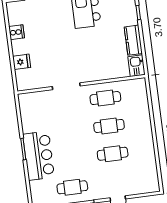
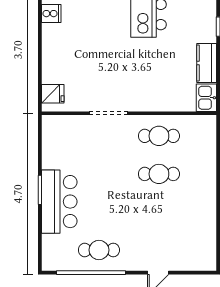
cooker: (17, 32) -> (51, 14), moved
fridge: (22, 62) -> (53, 94), moved
cafe table: (113, 154) -> (159, 212), removed

